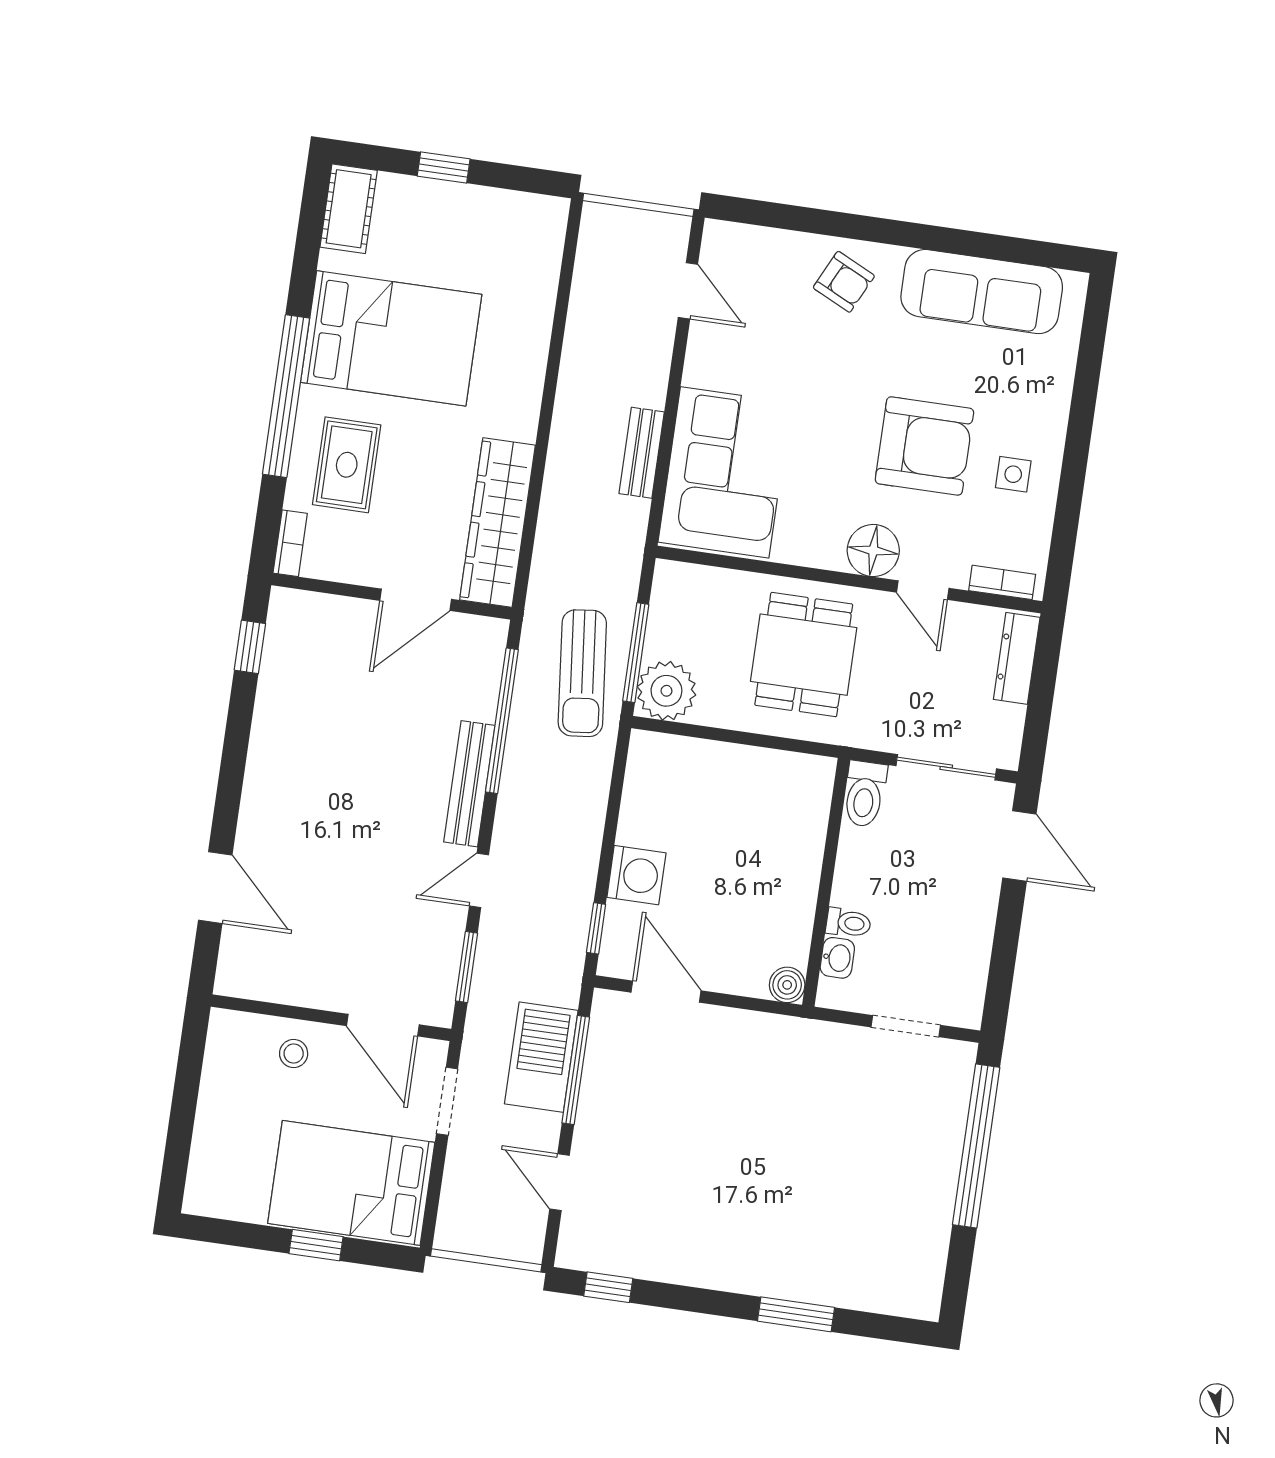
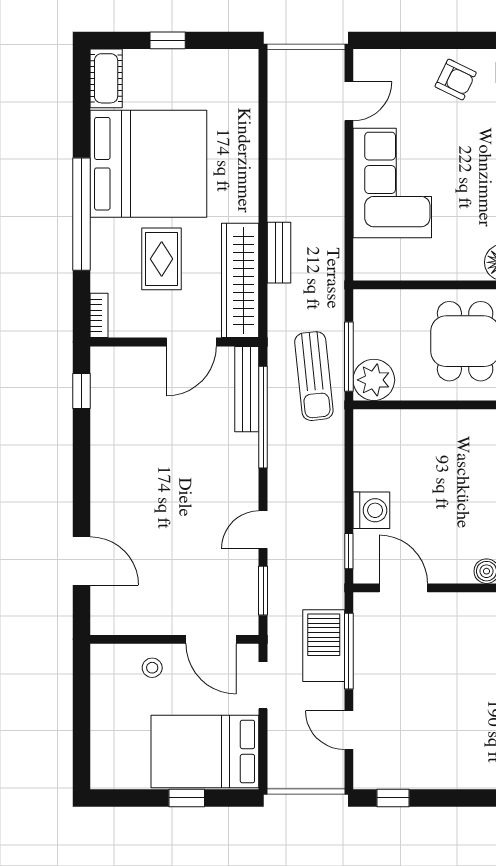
door: (688, 291) -> (349, 101), hinge flipped
bed: (391, 338) -> (148, 164), width x1.36
bench: (642, 453) -> (279, 253), moved
rug: (347, 465) -> (162, 259), moved
corner sofa: (725, 472) -> (392, 183), moved
bench: (469, 784) -> (247, 389), moved

